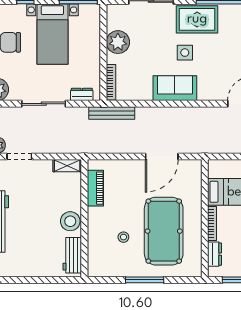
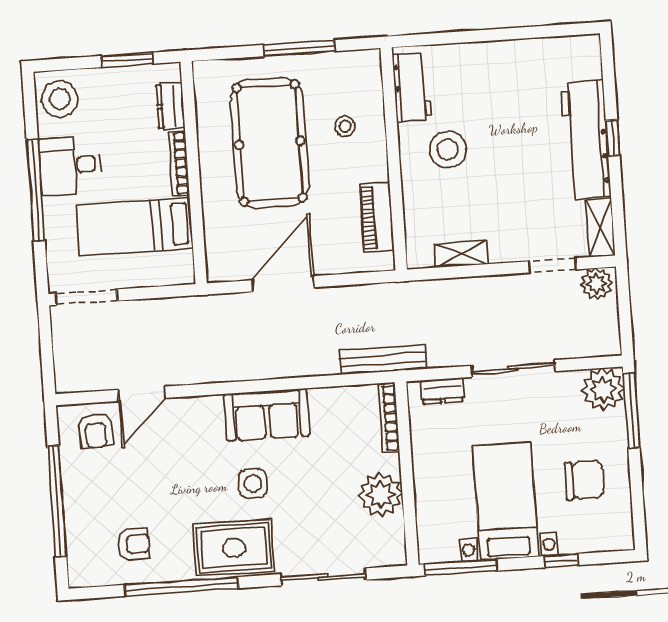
piano: (95, 188) -> (377, 217), moved
wall: (84, 218) -> (394, 159), moved
workbench: (72, 255) -> (412, 87), moved

